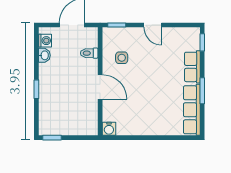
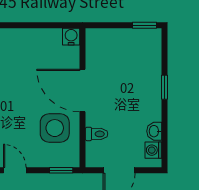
side table: (122, 58) -> (55, 128), width x1.87, depth x1.87
door: (100, 87) -> (83, 90), width x1.36

